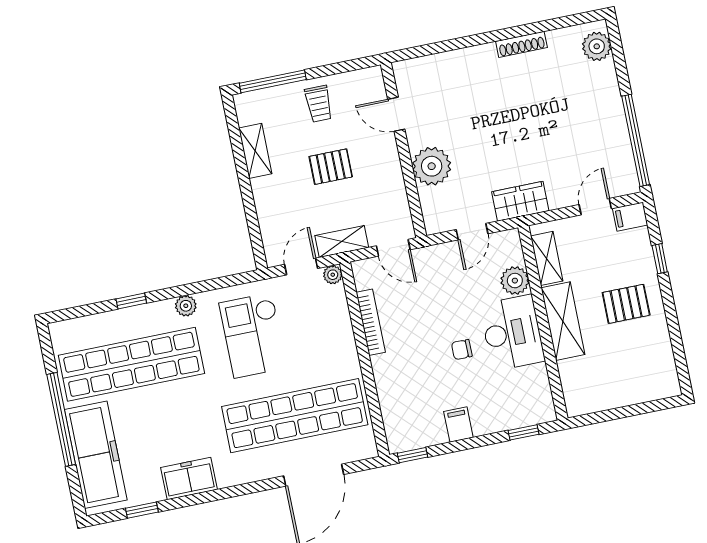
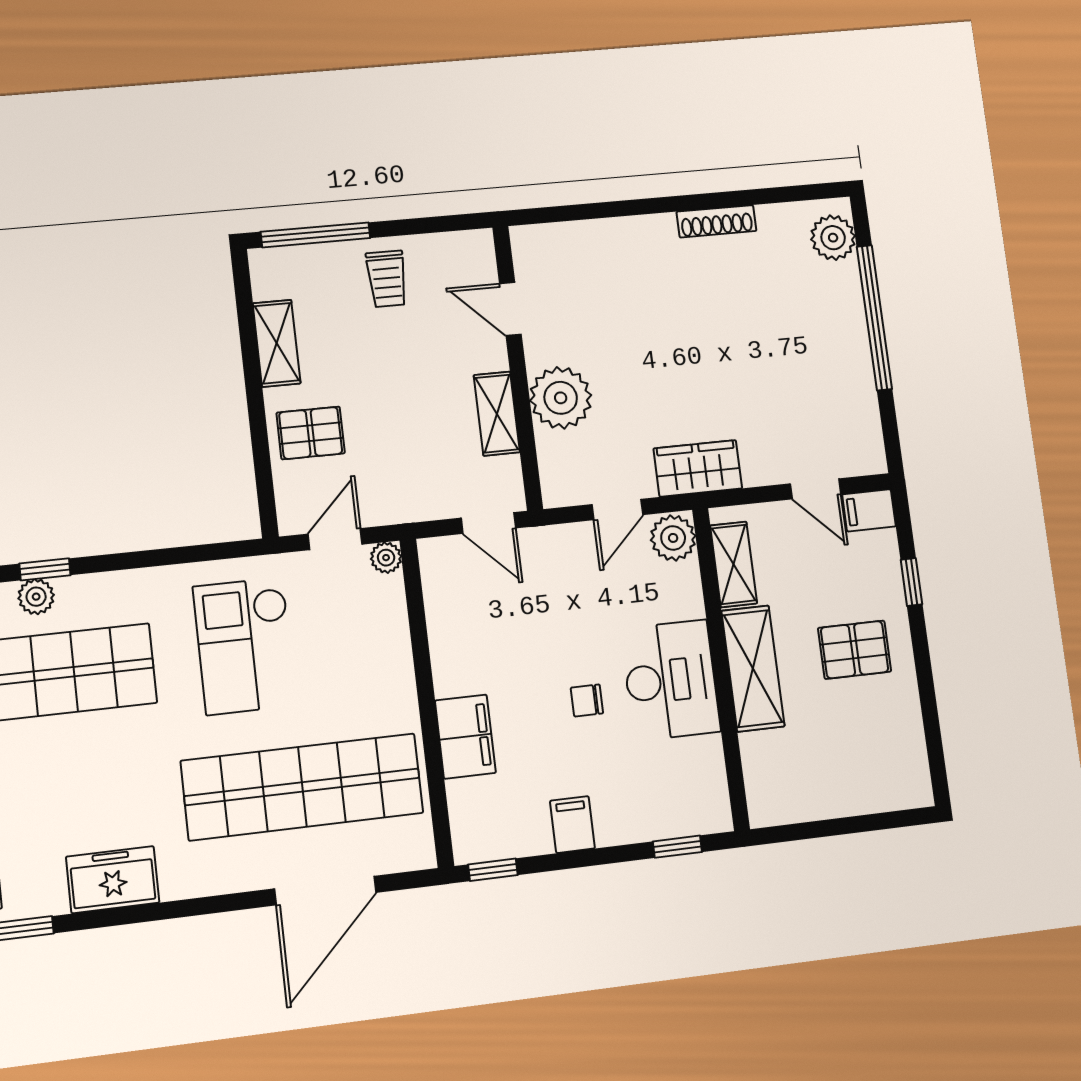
window: (636, 140) -> (874, 318), moved
pallet: (331, 167) -> (311, 433), moved
door: (595, 207) -> (816, 489), swing flipped
shelving: (342, 242) -> (497, 414), moved, turned 90
plant: (515, 281) -> (673, 538), moved
plant: (186, 306) -> (36, 597), moved
bookcase: (371, 322) -> (442, 642), removed
filing cabinet: (390, 378) -> (465, 737), added

